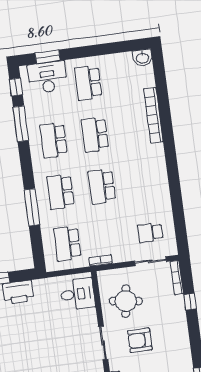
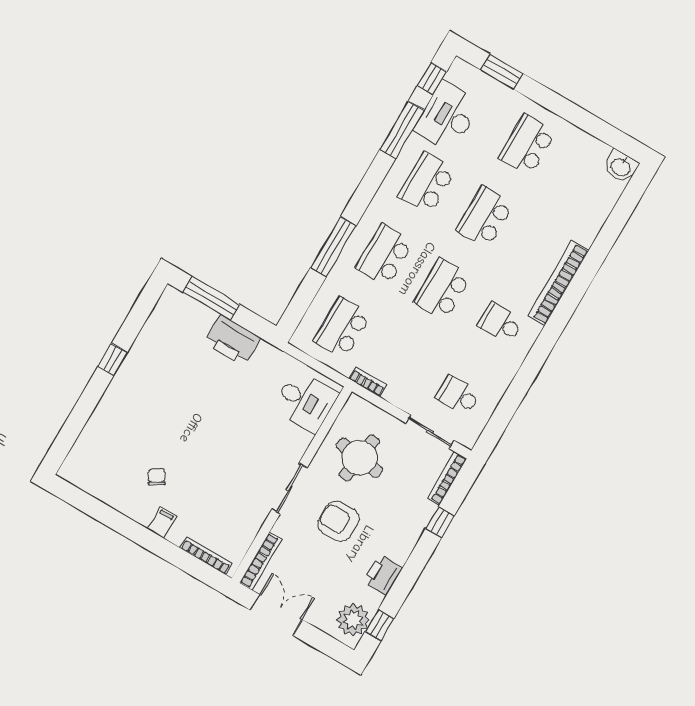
desk: (47, 77) -> (448, 116), moved, turned -90
bookcase: (153, 115) -> (558, 283), moved
school desk: (143, 181) -> (500, 323), added
printer: (182, 350) -> (383, 575), added

